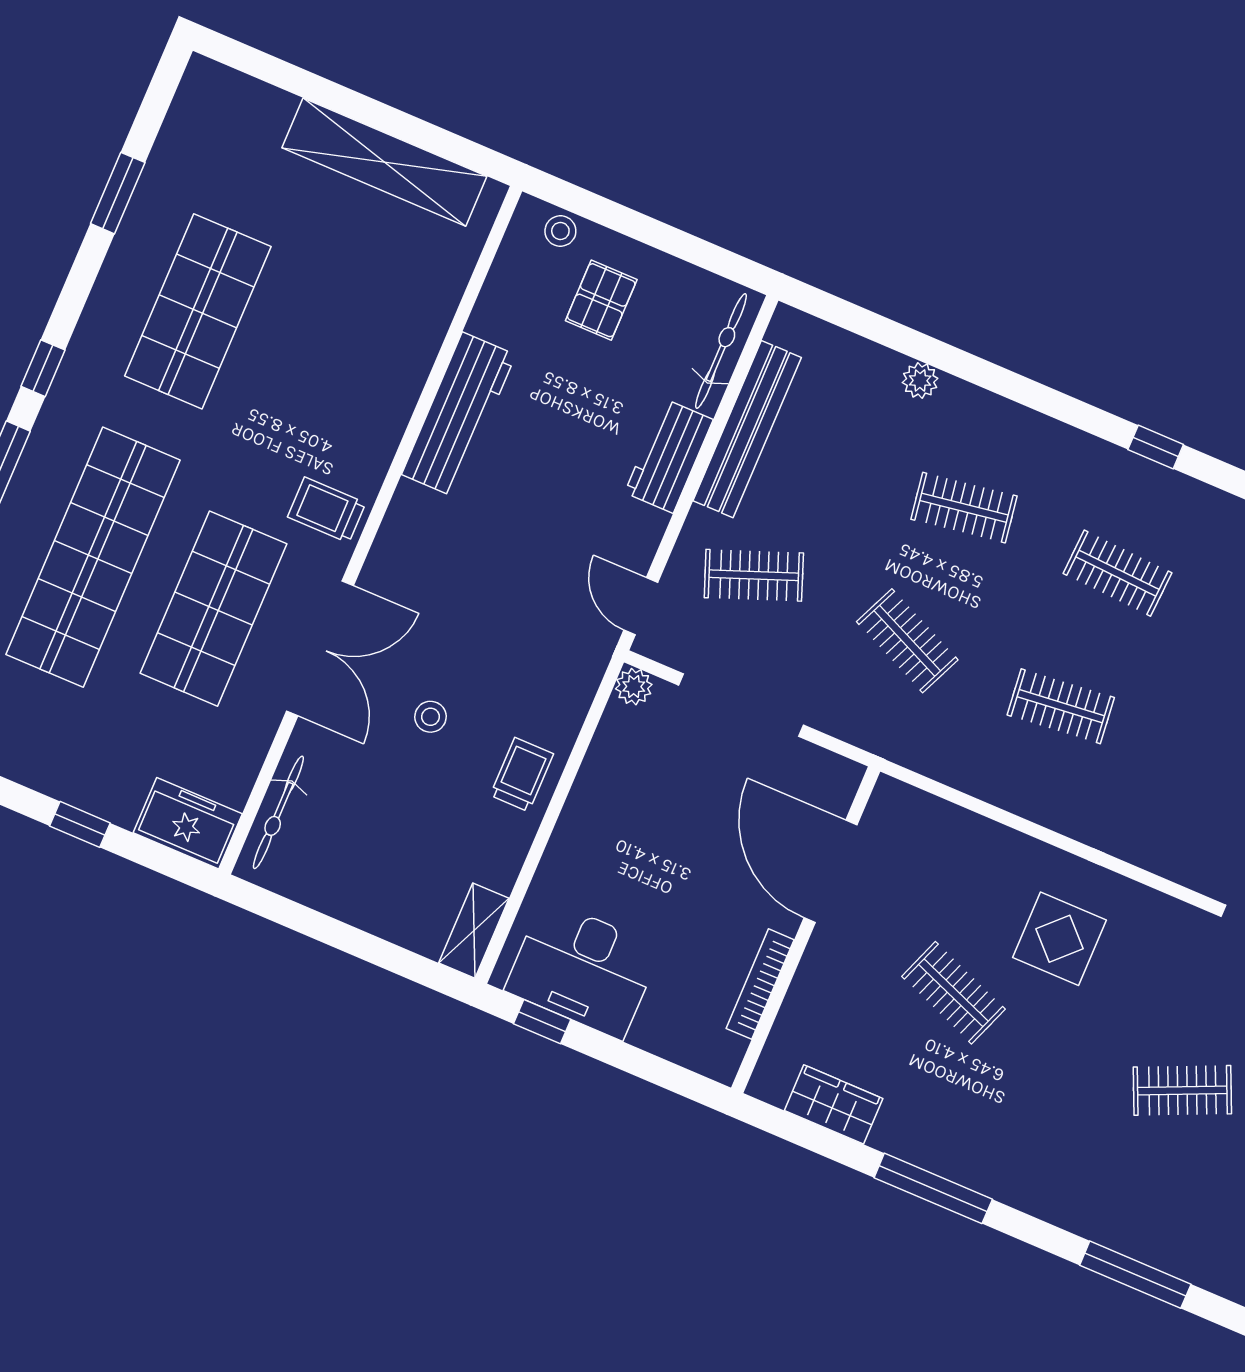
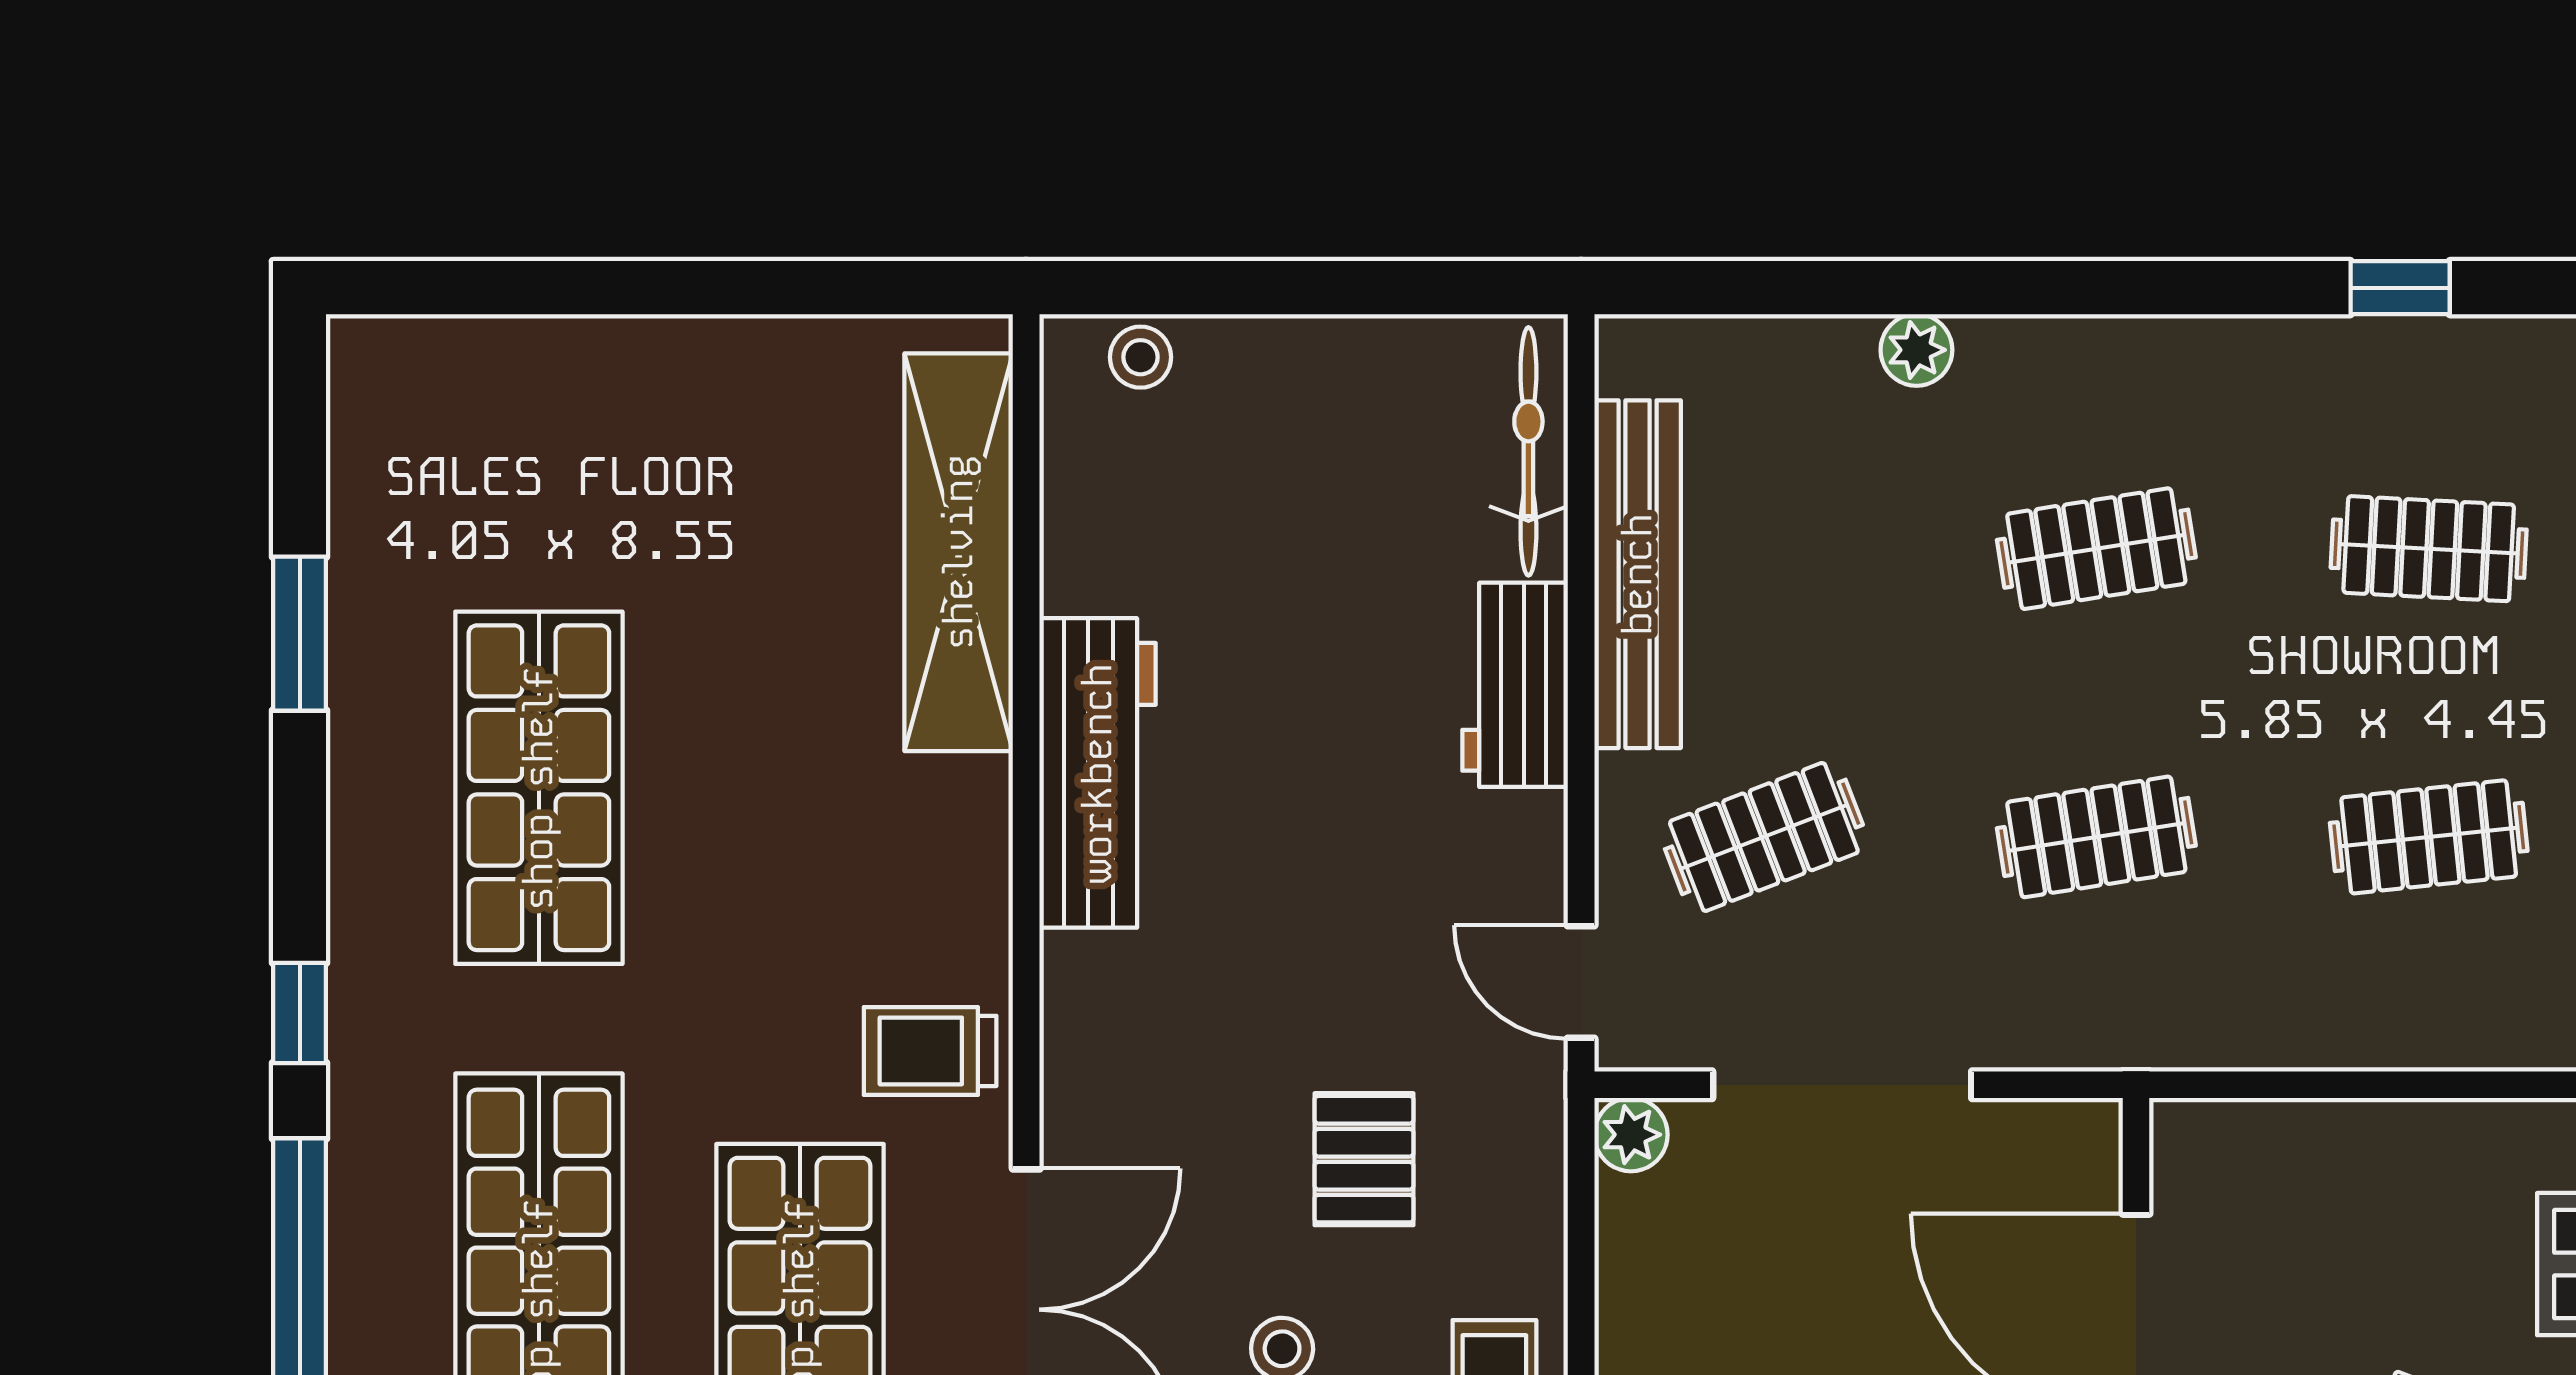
shelving: (384, 162) -> (959, 552), moved, turned 90
pallet: (601, 300) -> (1364, 1159), moved
clothes rail: (907, 641) -> (2096, 837), turned -33

